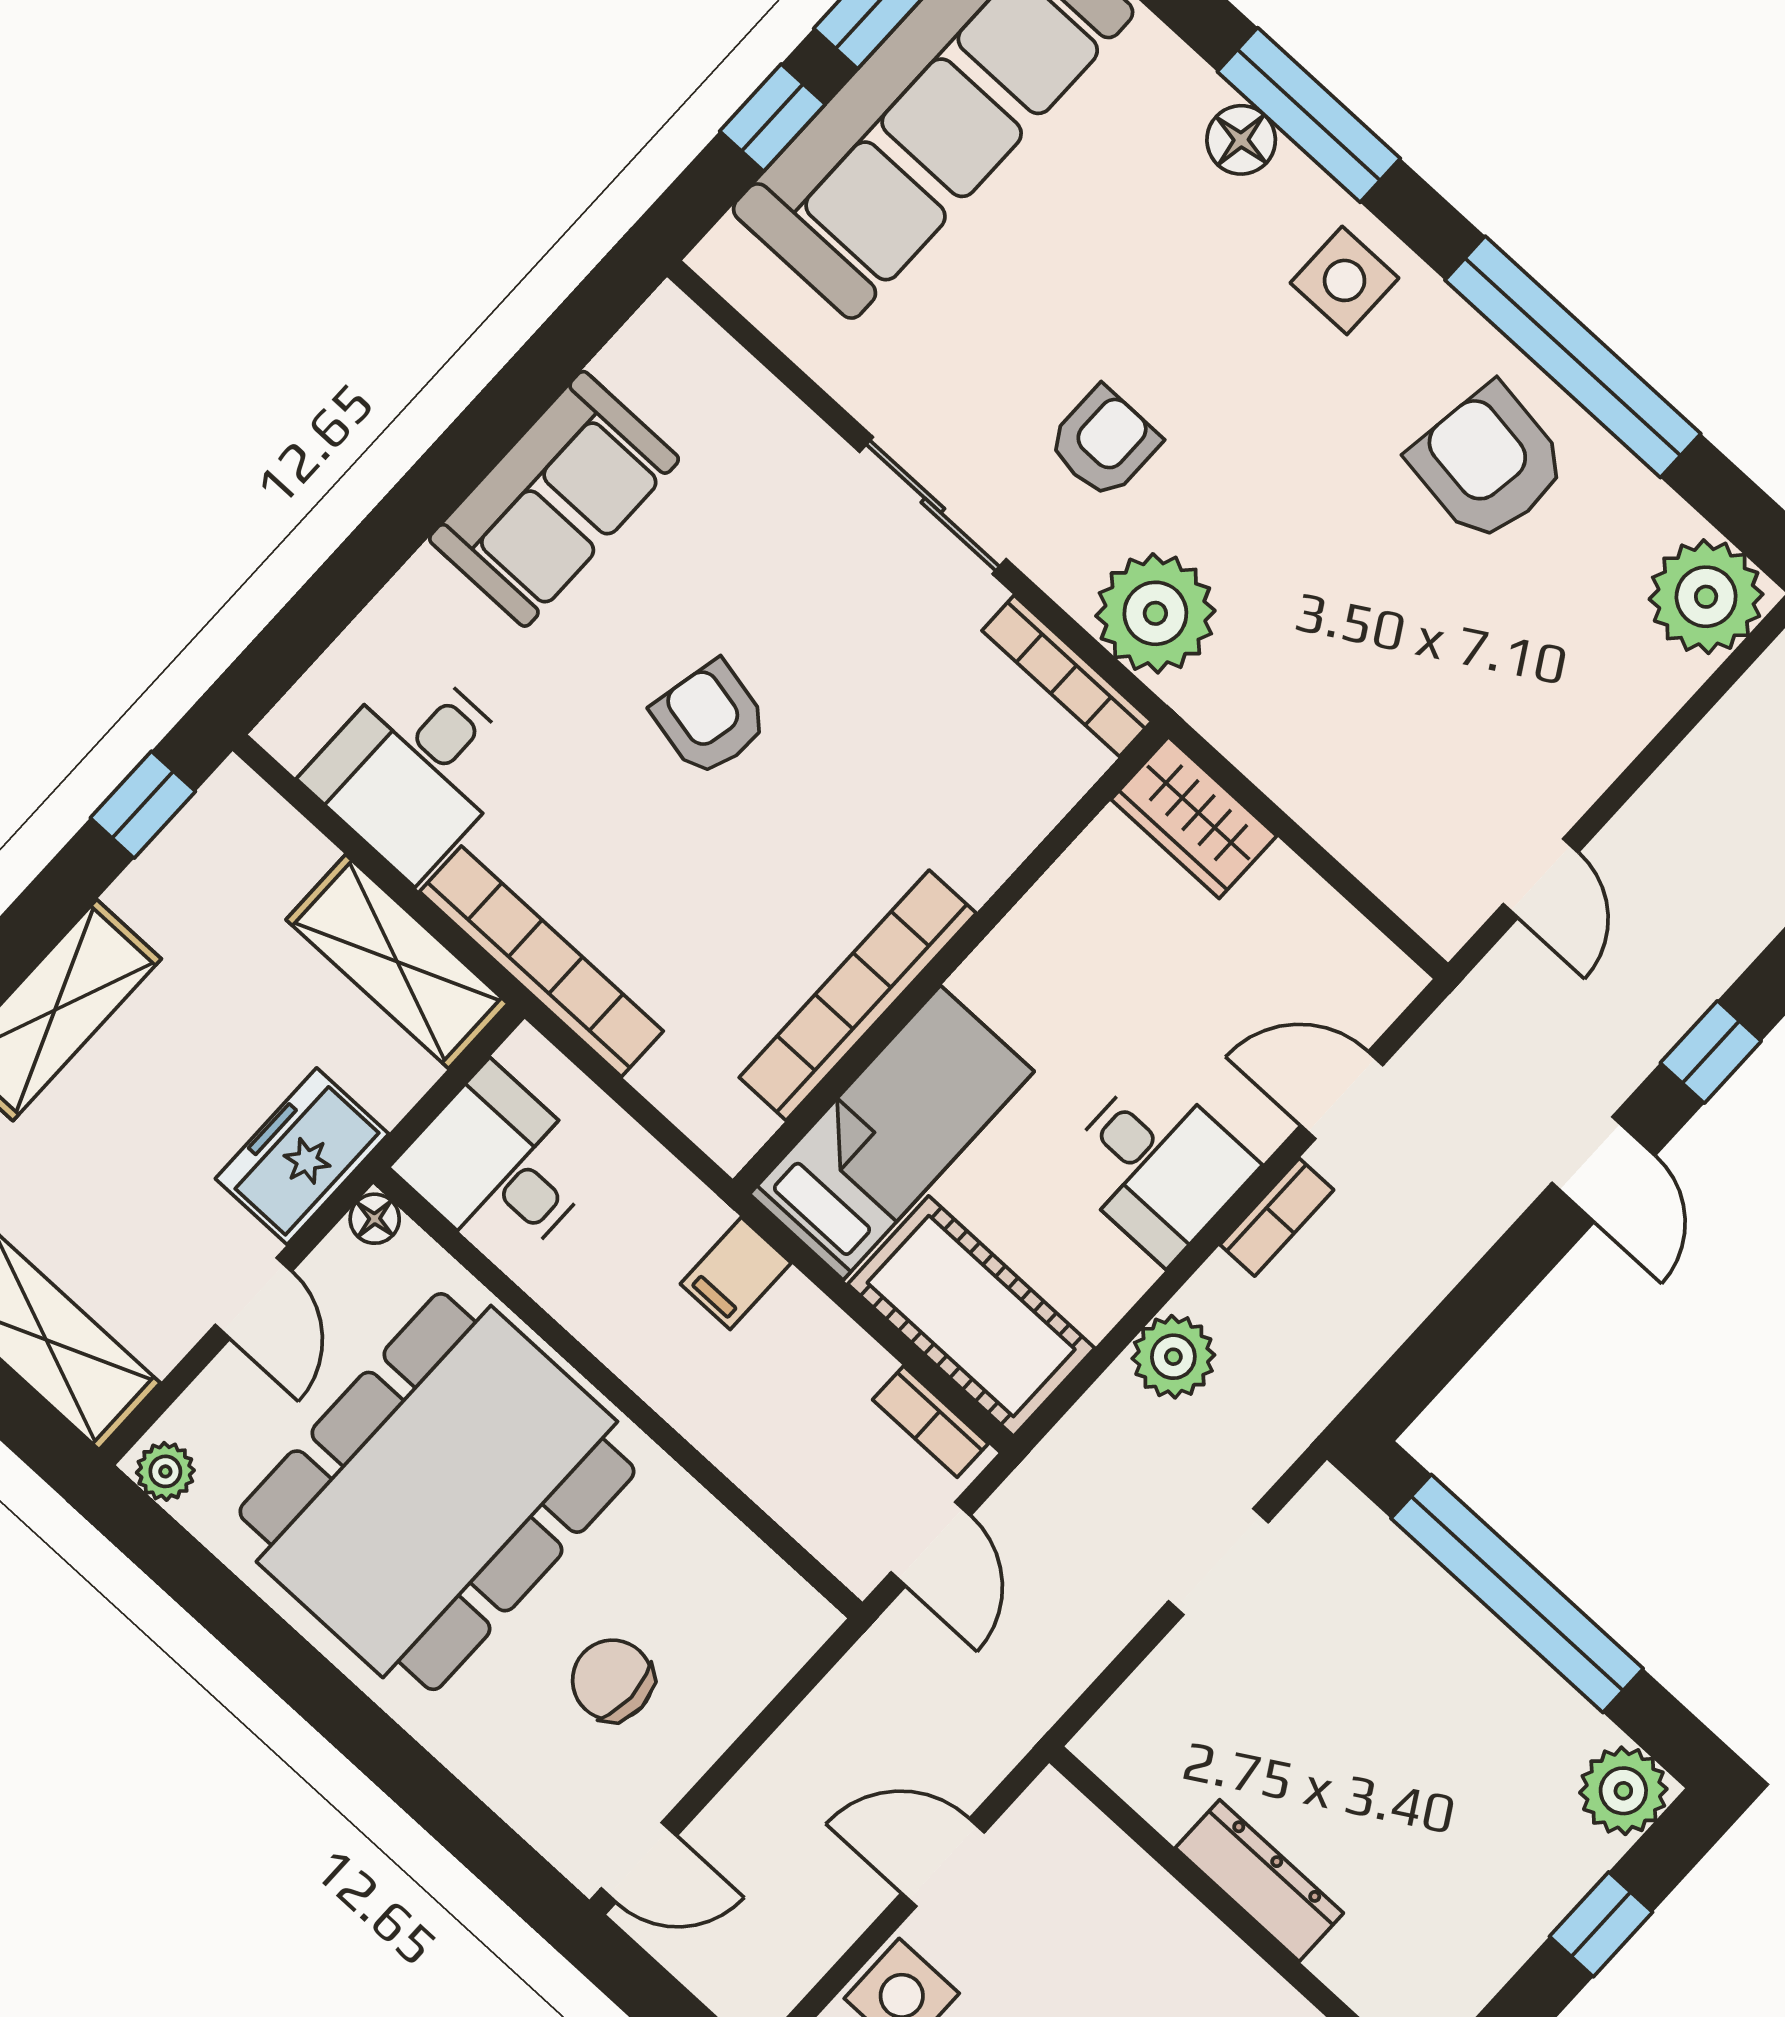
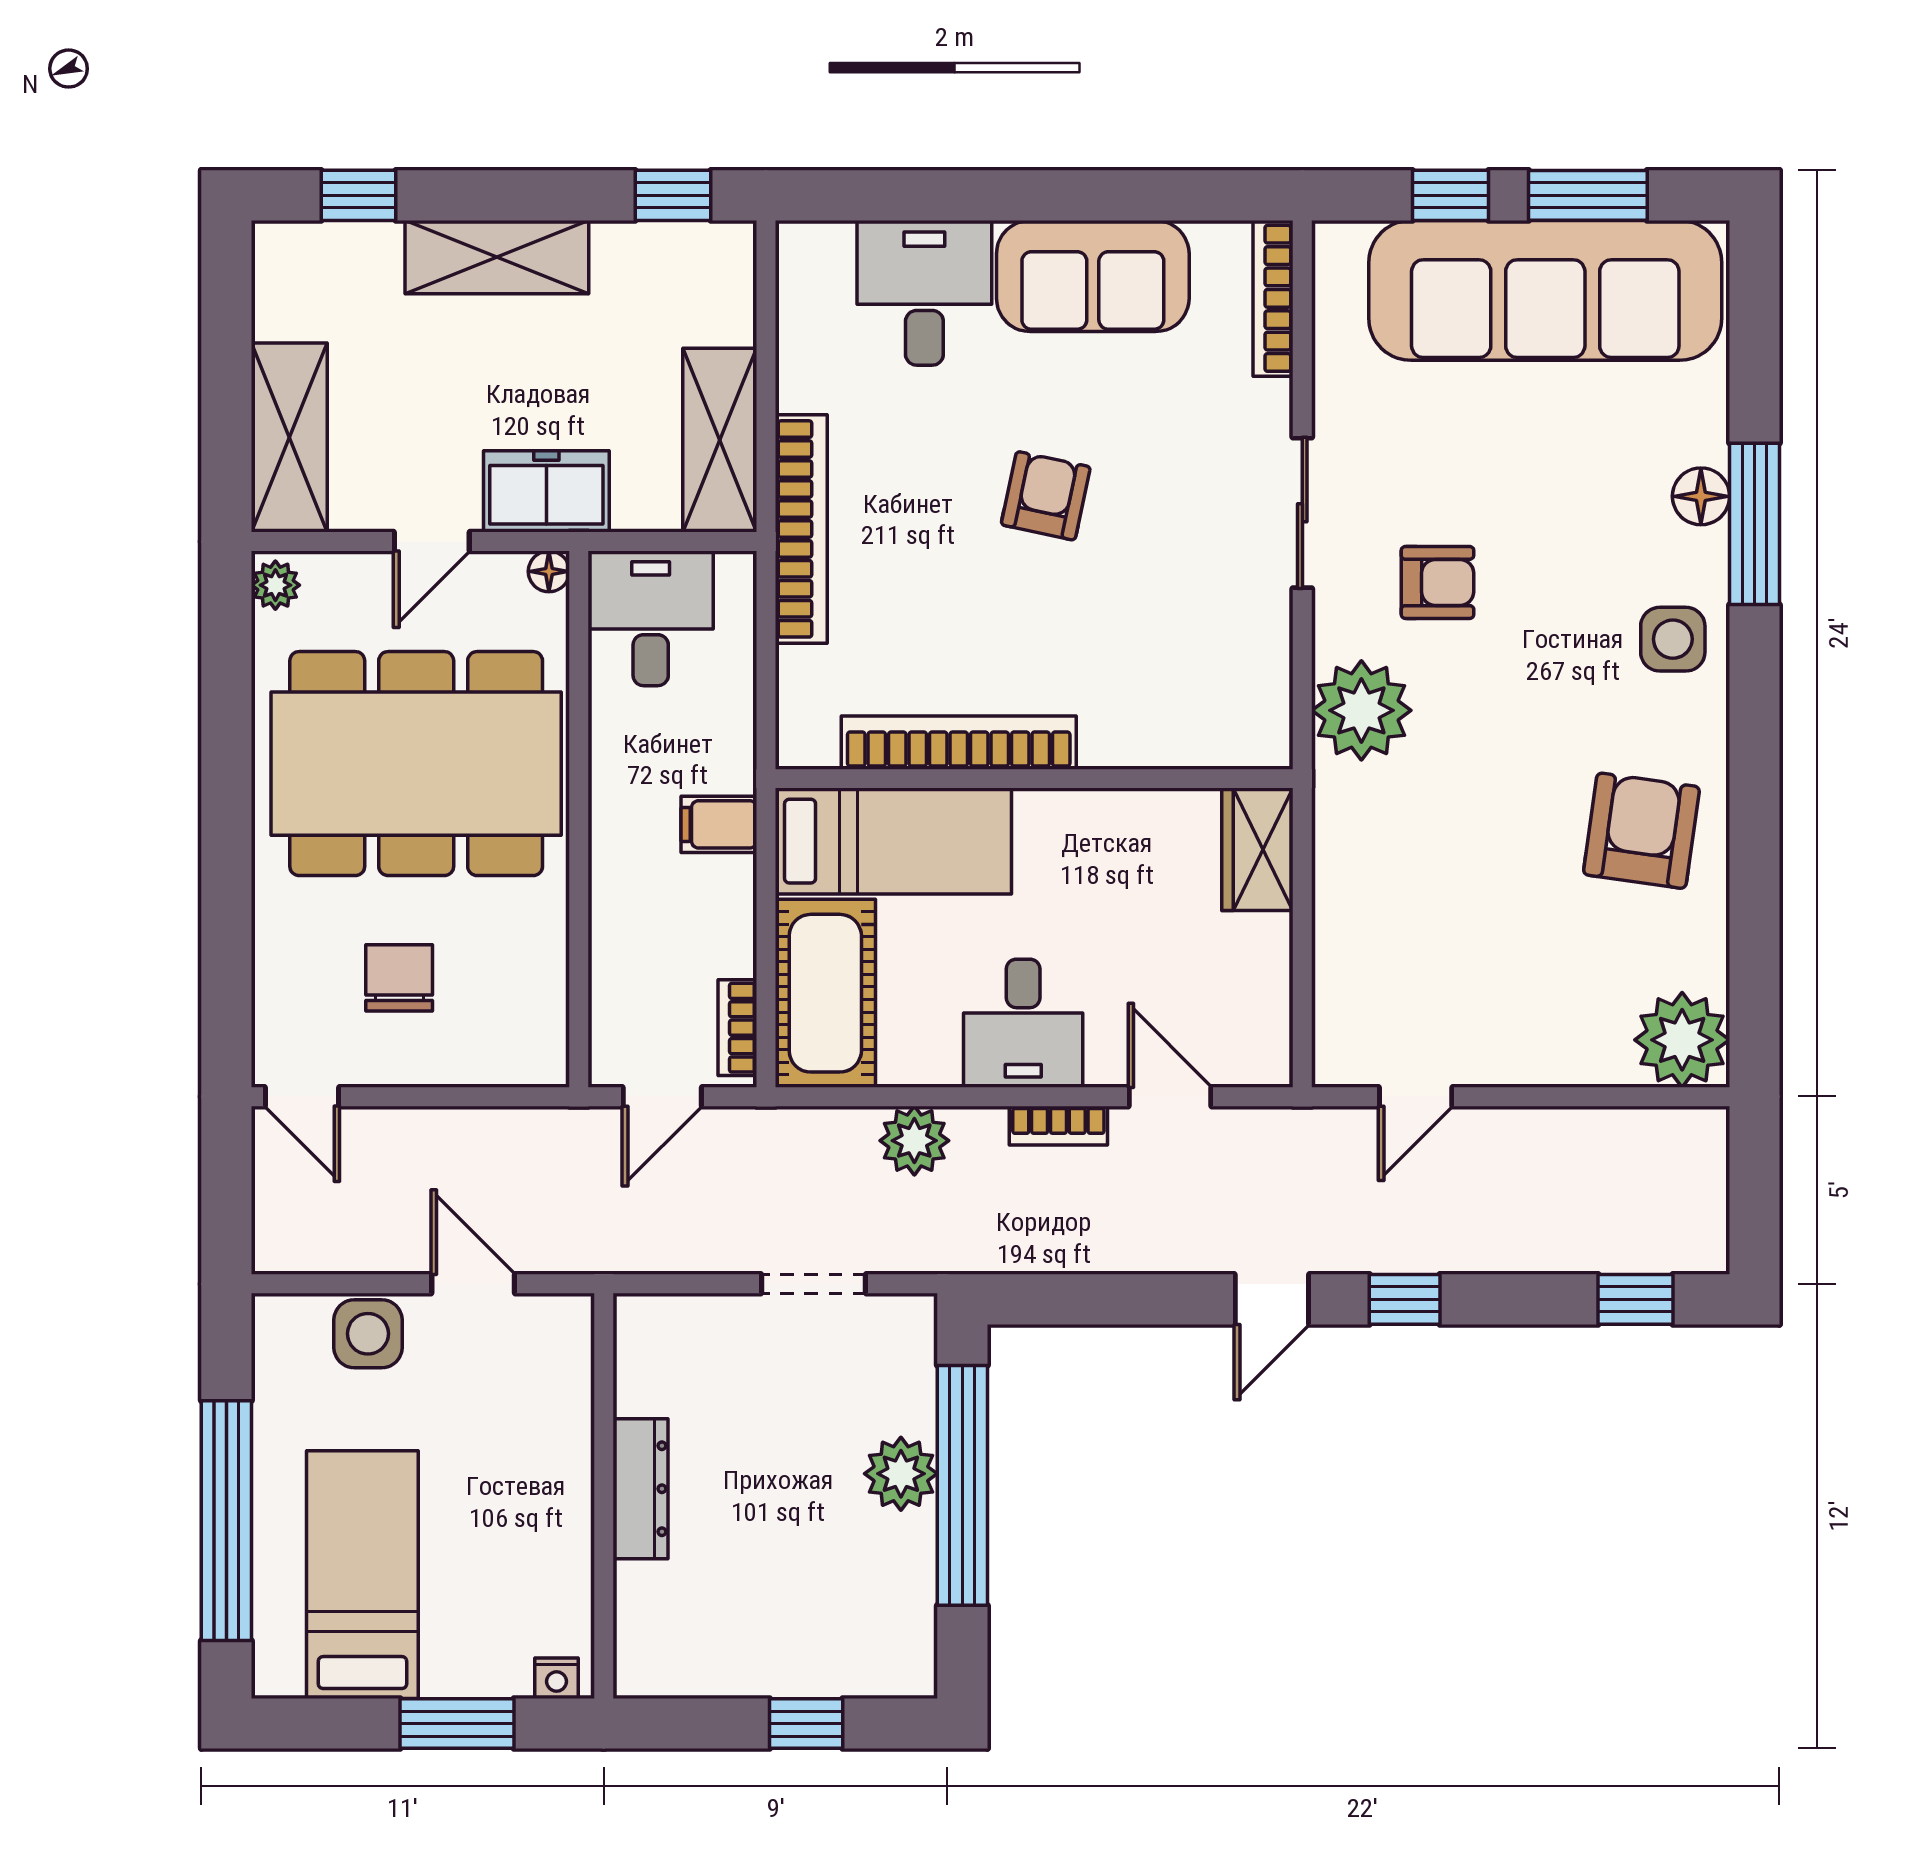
window: (1573, 357) -> (1754, 823), removed
bookcase: (1067, 676) -> (1273, 298), moved
desk: (414, 769) -> (924, 293), moved, turned 90
plant: (1623, 1791) -> (901, 1474), moved

